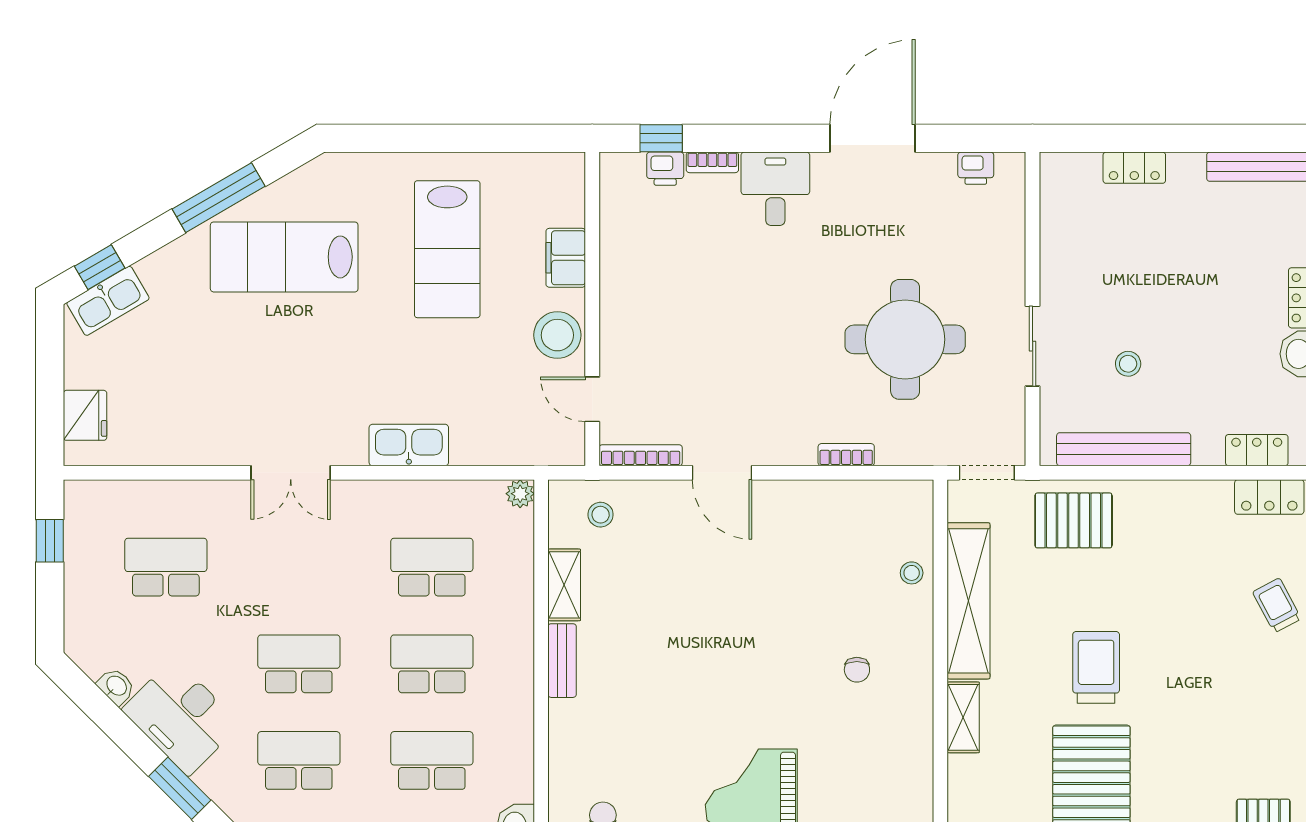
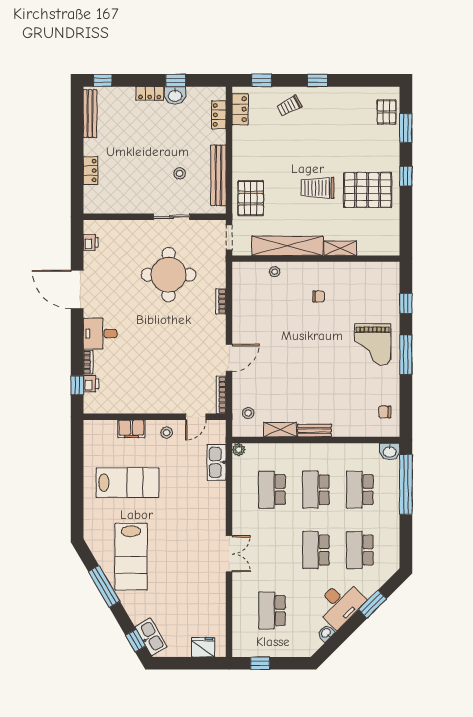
stool: (557, 335) -> (167, 433), width x0.53, depth x0.53
kitchen sink: (409, 445) -> (217, 462), moved

